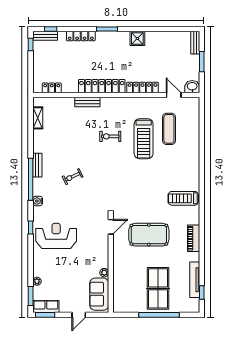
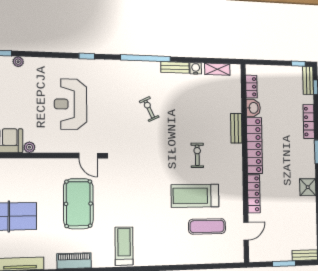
washbasin: (192, 87) -> (253, 108), moved
bench: (37, 165) -> (175, 67), moved
water cooler: (38, 201) -> (196, 68), moved
reception desk: (56, 236) -> (71, 104), moved, turned 180

